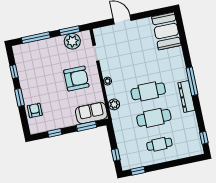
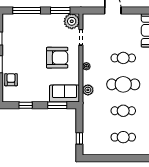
plant: (72, 41) -> (72, 21), moved
cafe table: (143, 65) -> (123, 58), added
cafe table: (154, 118) -> (123, 111), width x0.73, depth x0.74
window: (138, 171) -> (97, 158), removed

